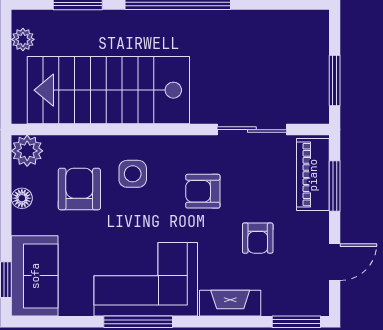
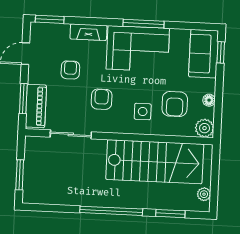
window: (335, 81) -> (20, 175), moved
armchair: (203, 191) -> (102, 99), turned -90

